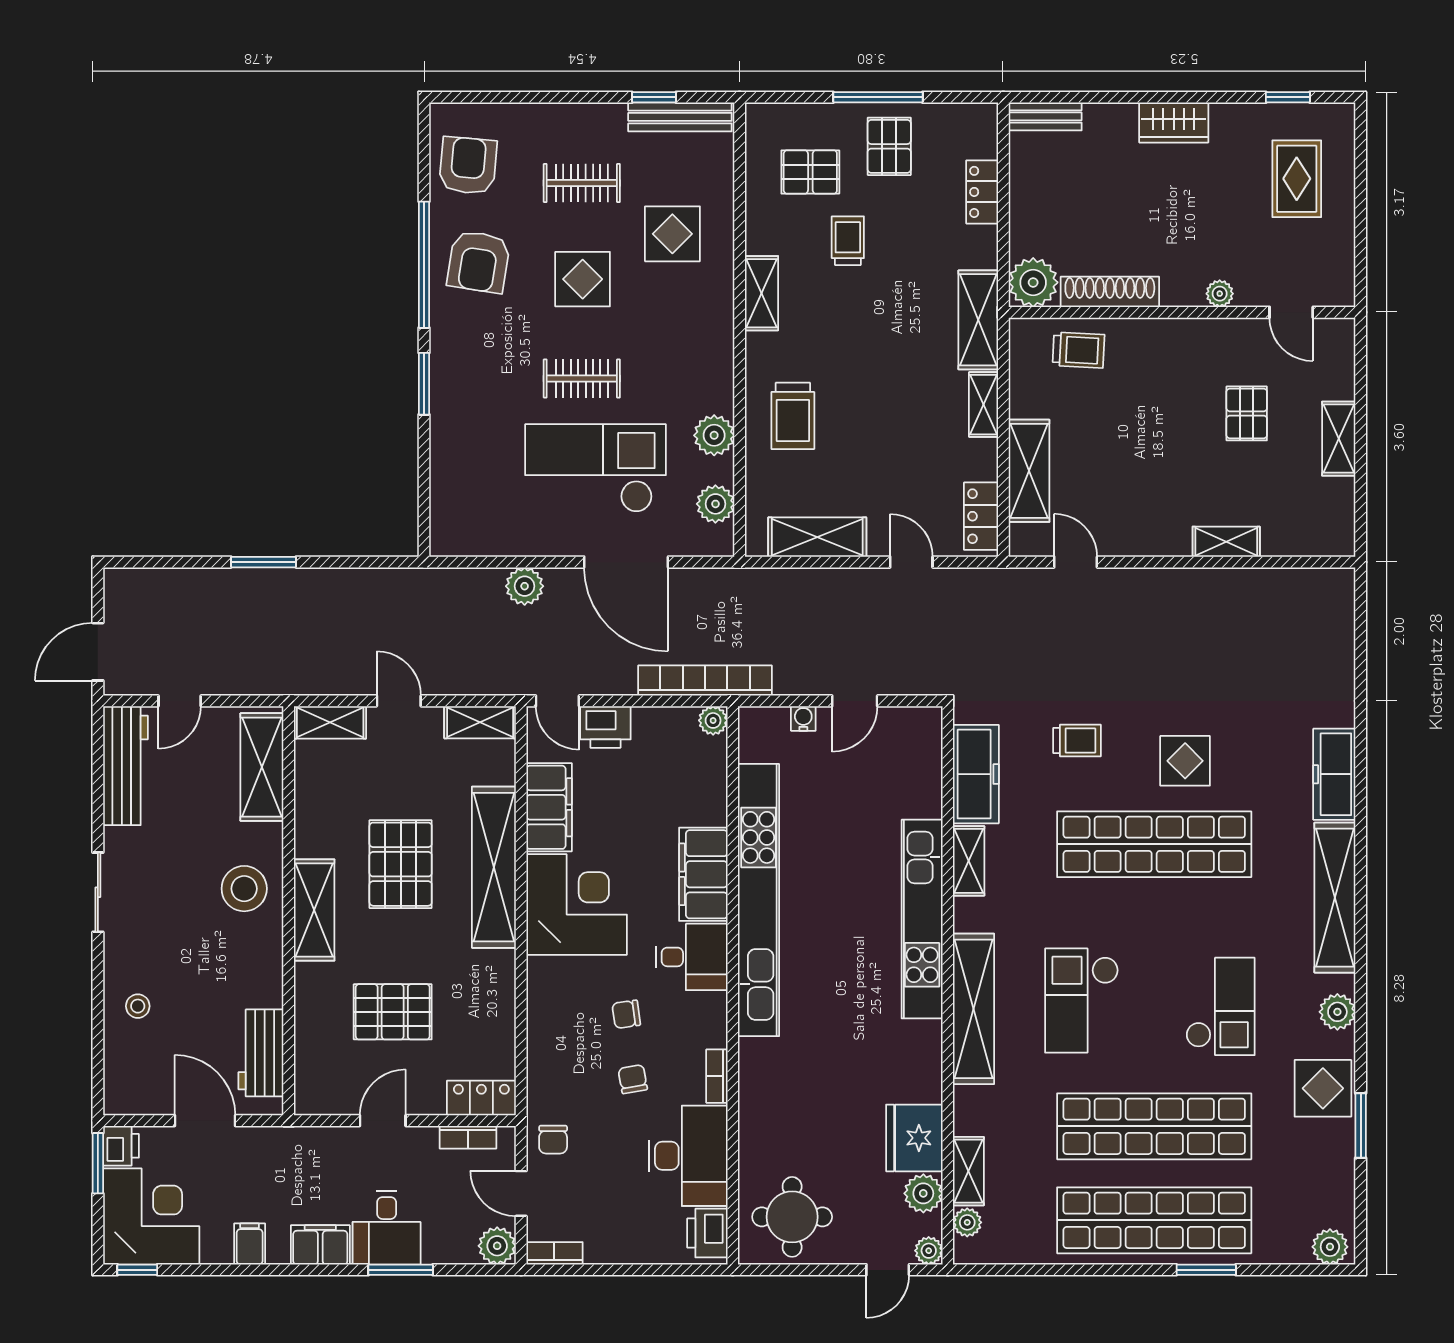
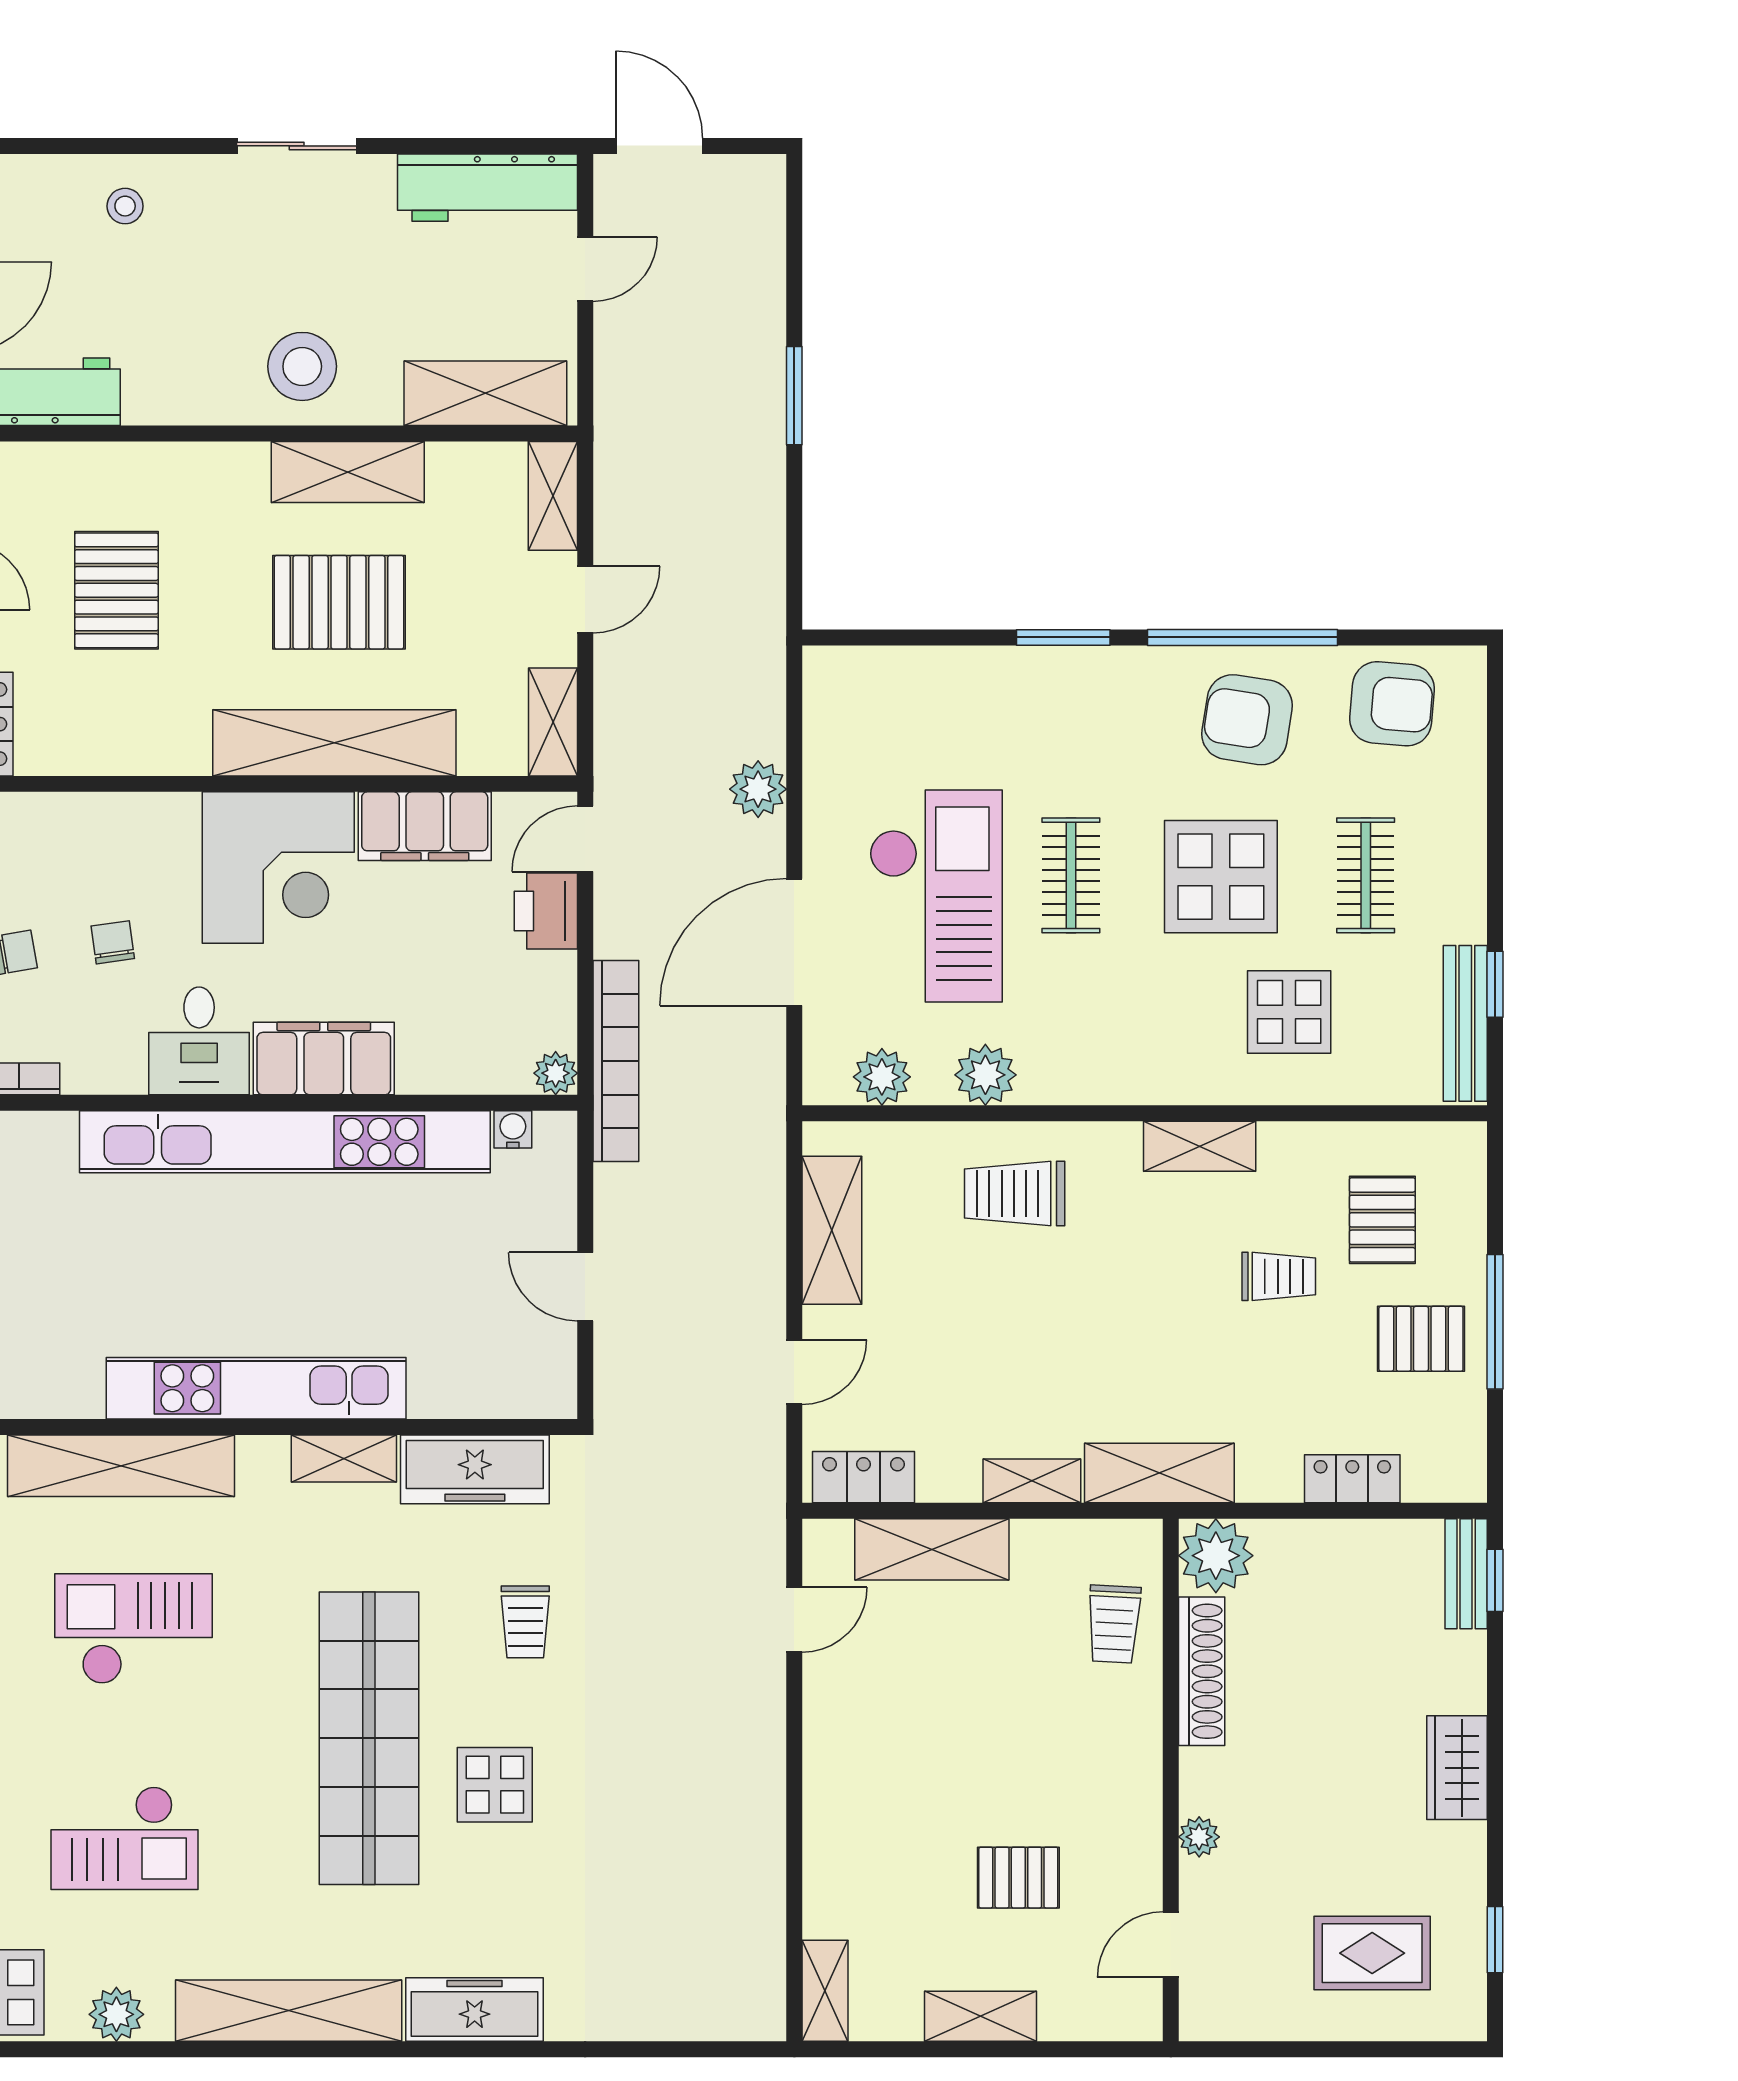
window: (1050, 97) -> (1495, 1580), added
display table: (583, 279) -> (1221, 877), width x1.36, depth x1.36
shelving: (1226, 542) -> (825, 1991), moved
door: (180, 701) -> (585, 269), swing flipped
water cooler: (803, 718) -> (513, 1129), moved, turned -90
shelving: (314, 910) -> (348, 472), moved

